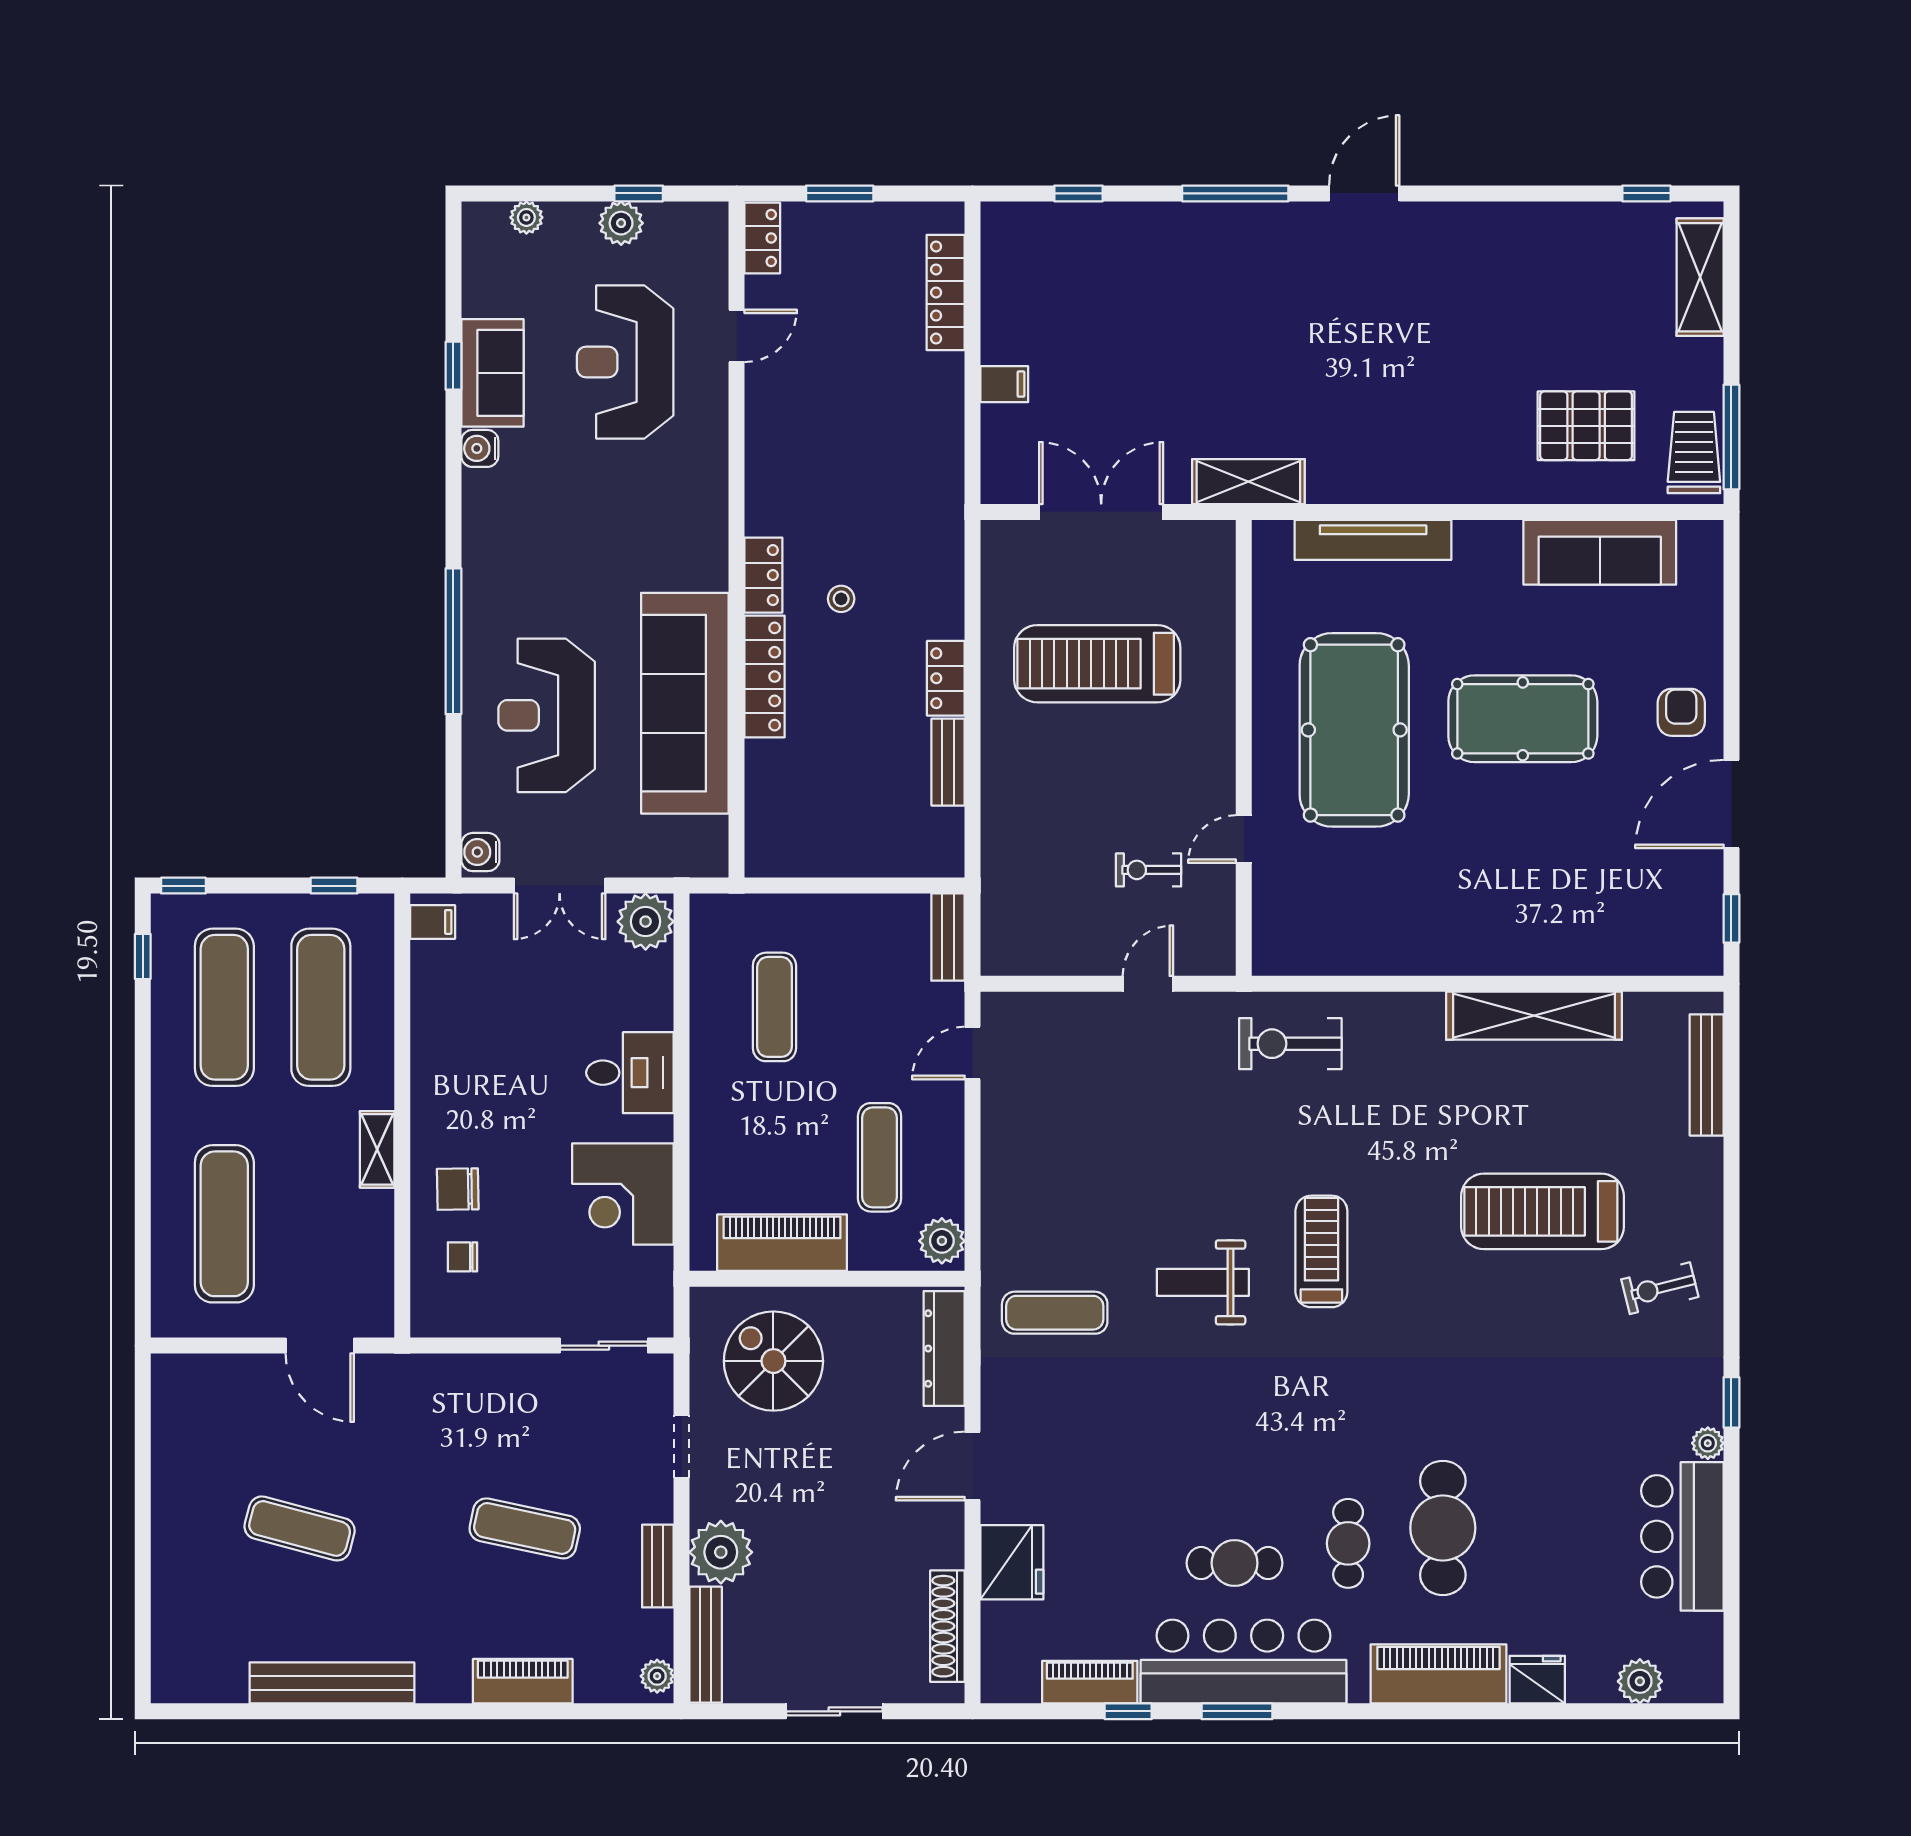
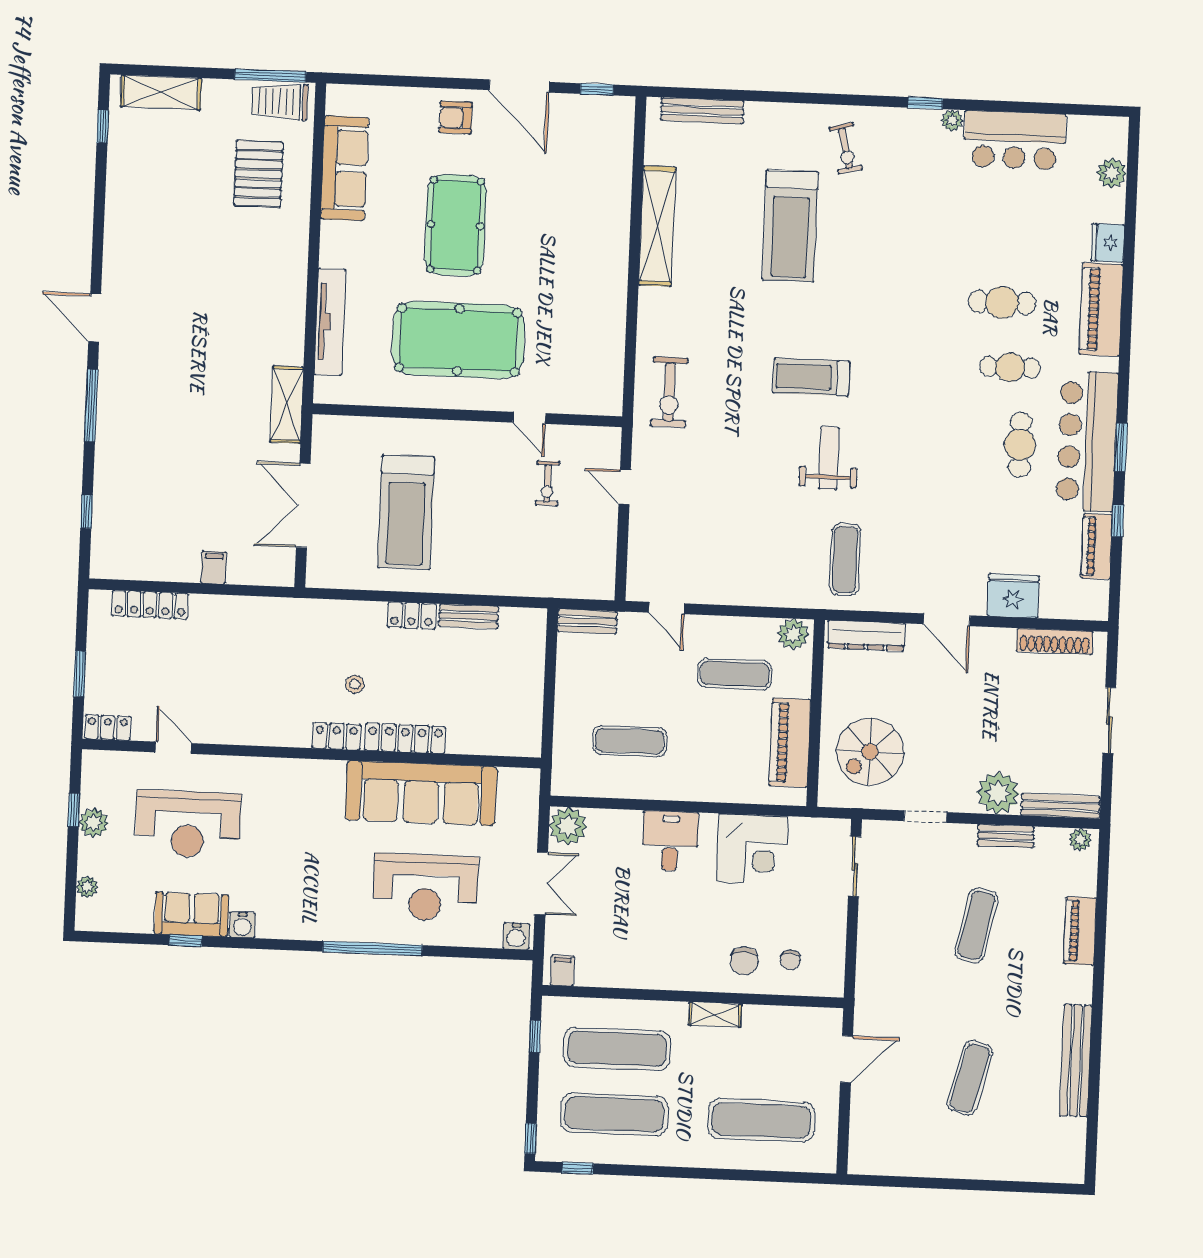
weight bench: (1203, 1282) -> (829, 458), turned 180
cafe table: (1443, 1528) -> (1002, 302), width x0.73, depth x0.74

